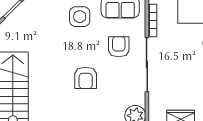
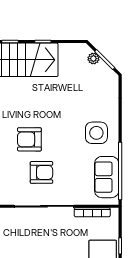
plant: (12, 19) -> (93, 59), added
armchair: (119, 47) -> (41, 172), moved

